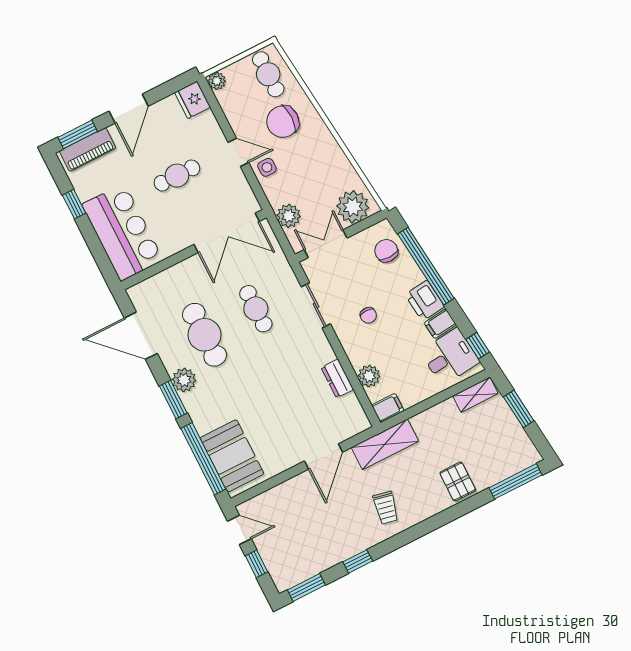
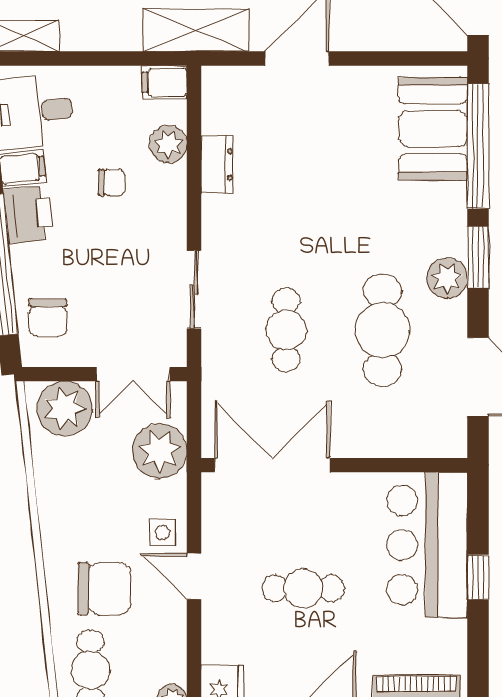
window: (74, 204) -> (478, 577), moved
plant: (289, 216) -> (160, 451), width x1.36, depth x1.36
chair: (368, 315) -> (112, 183), moved, turned 90

